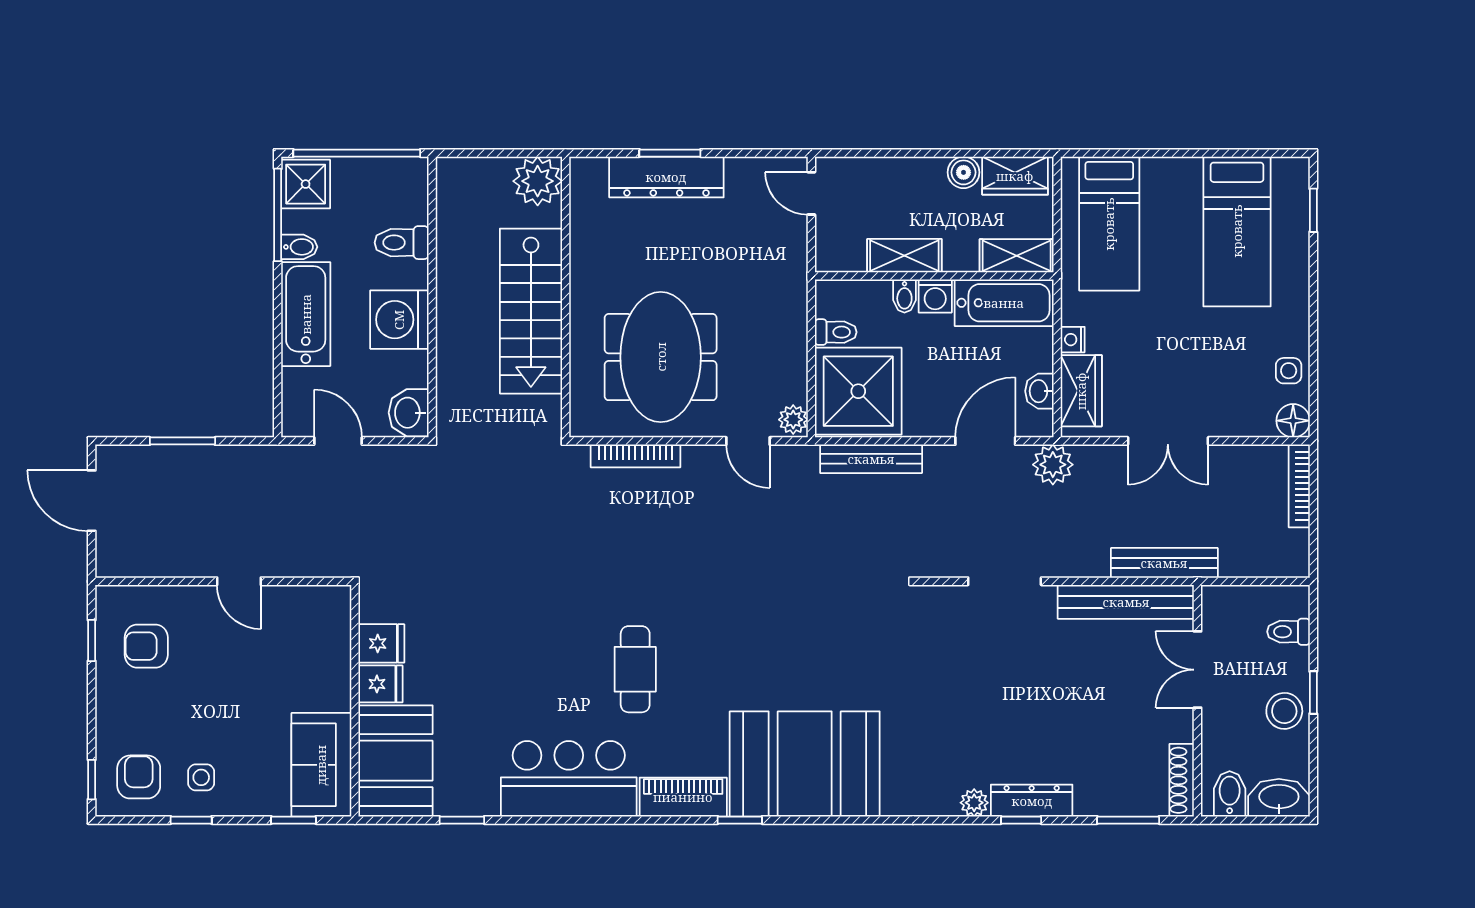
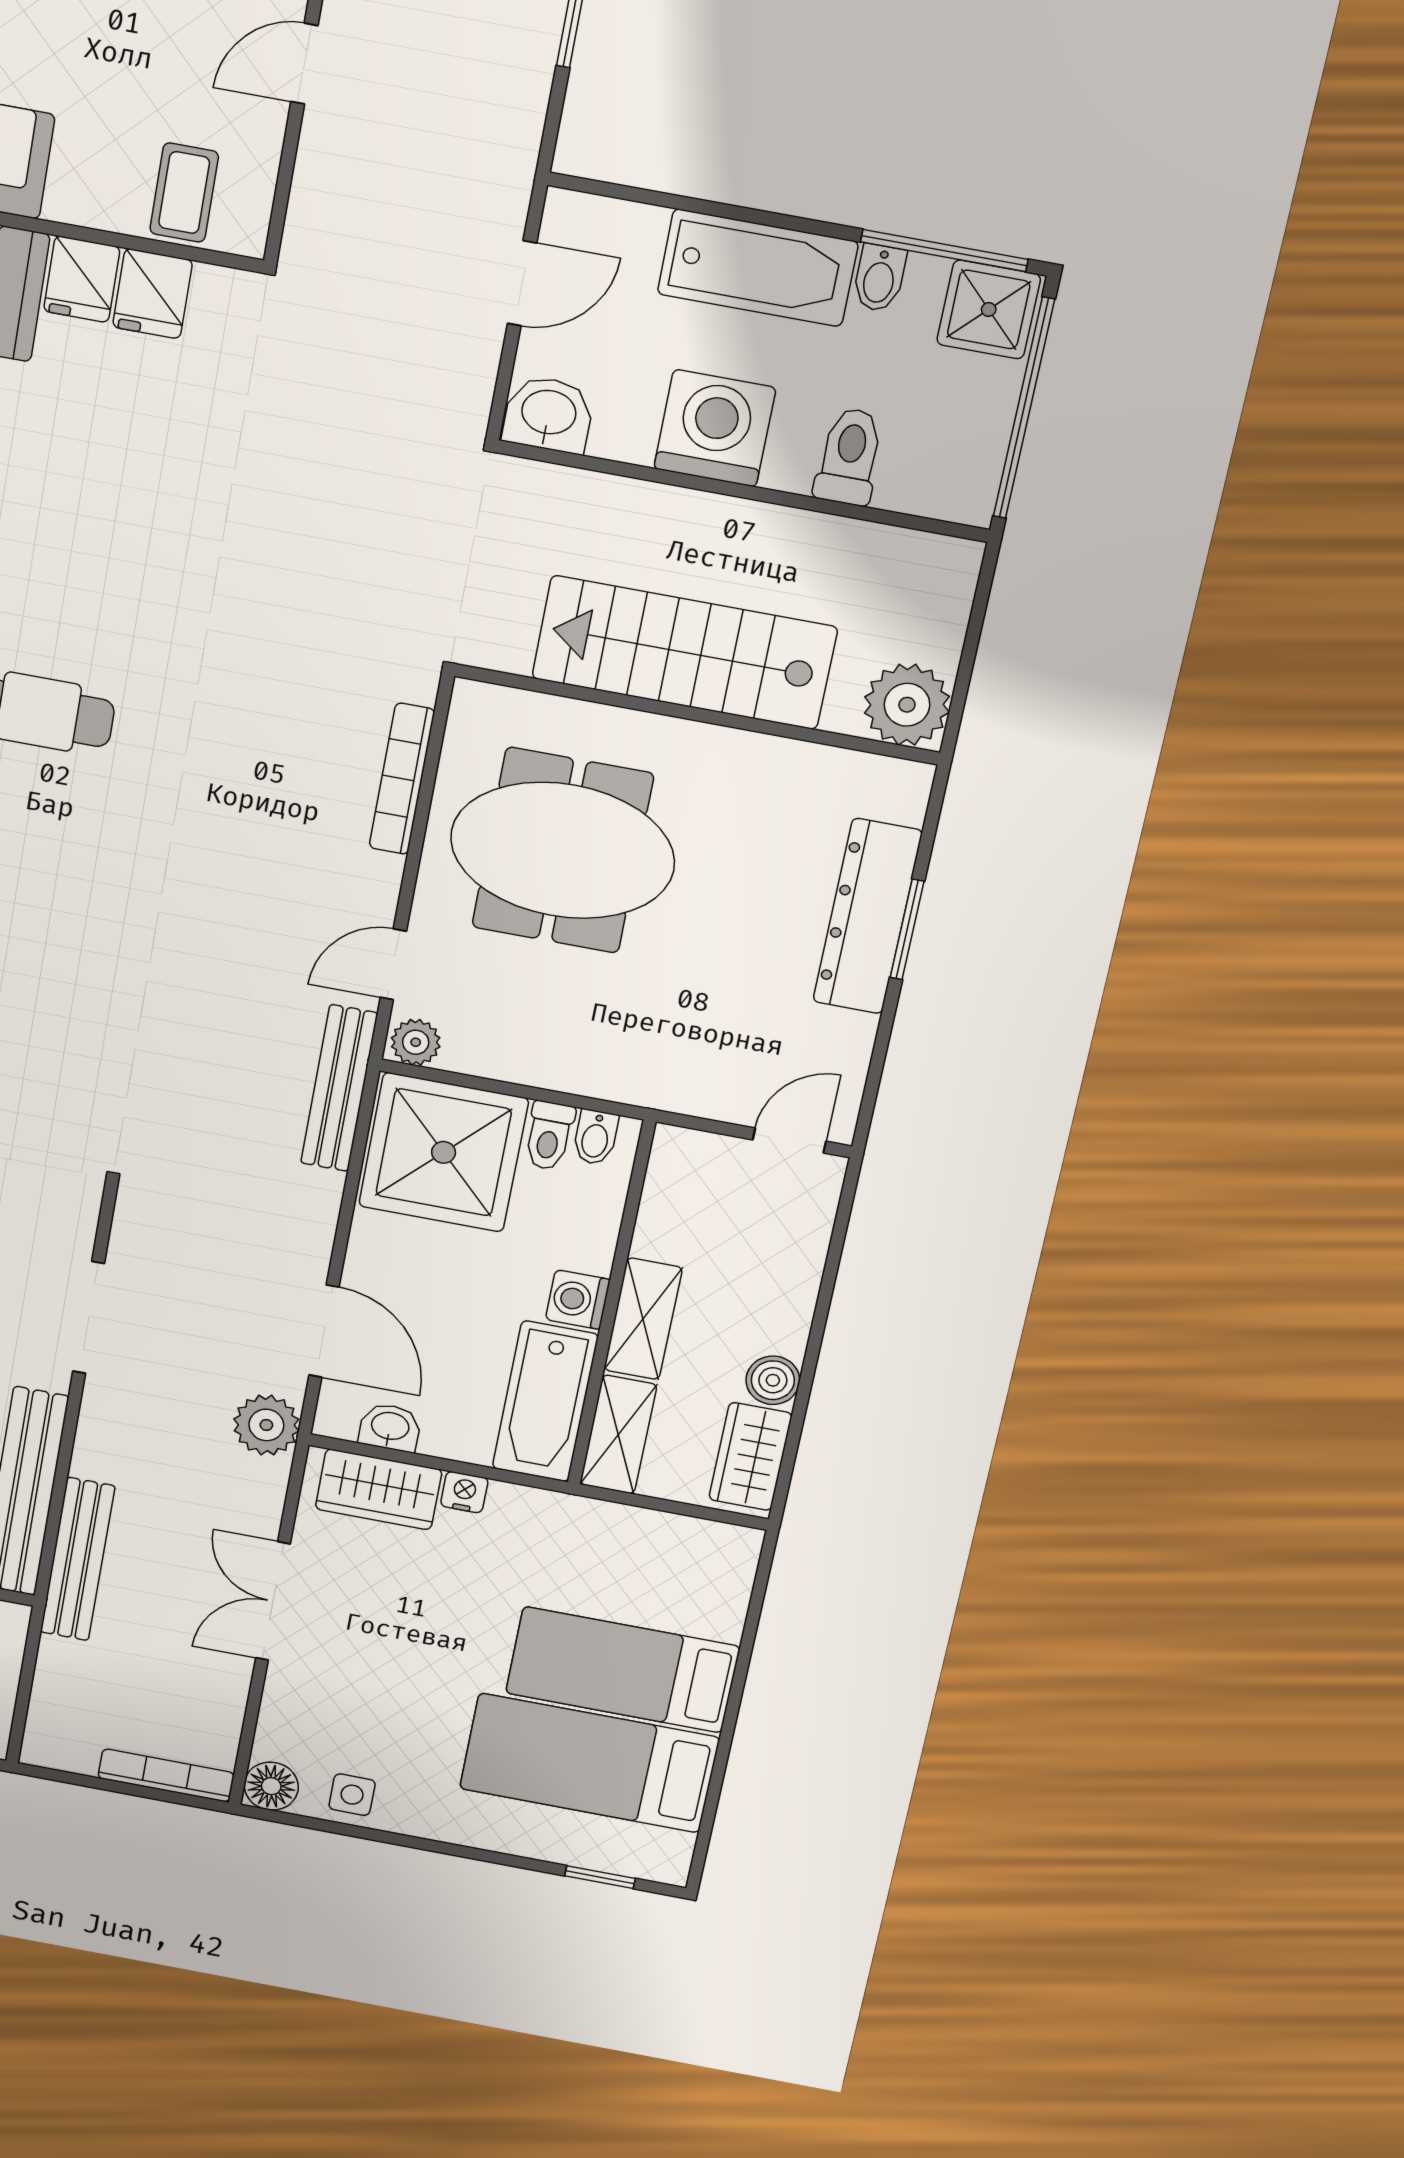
bed: (1109, 224) -> (623, 1670), moved
shelving: (904, 256) -> (643, 1319), moved
bidet: (904, 296) -> (595, 1137), moved, turned -90
bench: (871, 459) -> (339, 1088), moved
coffee table: (322, 635) -> (184, 193), added

